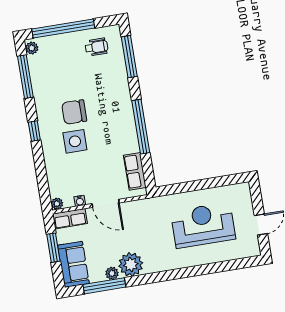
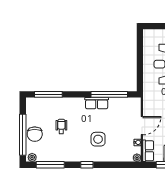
wheelchair: (97, 47) -> (61, 126), moved
chair: (74, 112) -> (35, 134), moved
window: (141, 127) -> (109, 94), moved
row of seats: (135, 171) -> (97, 103), moved

